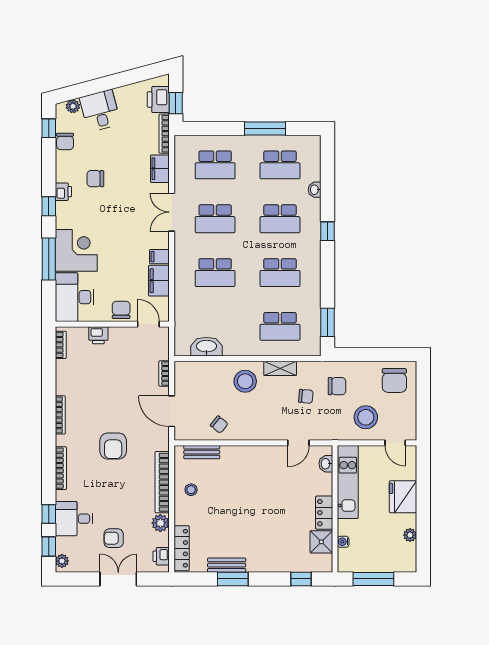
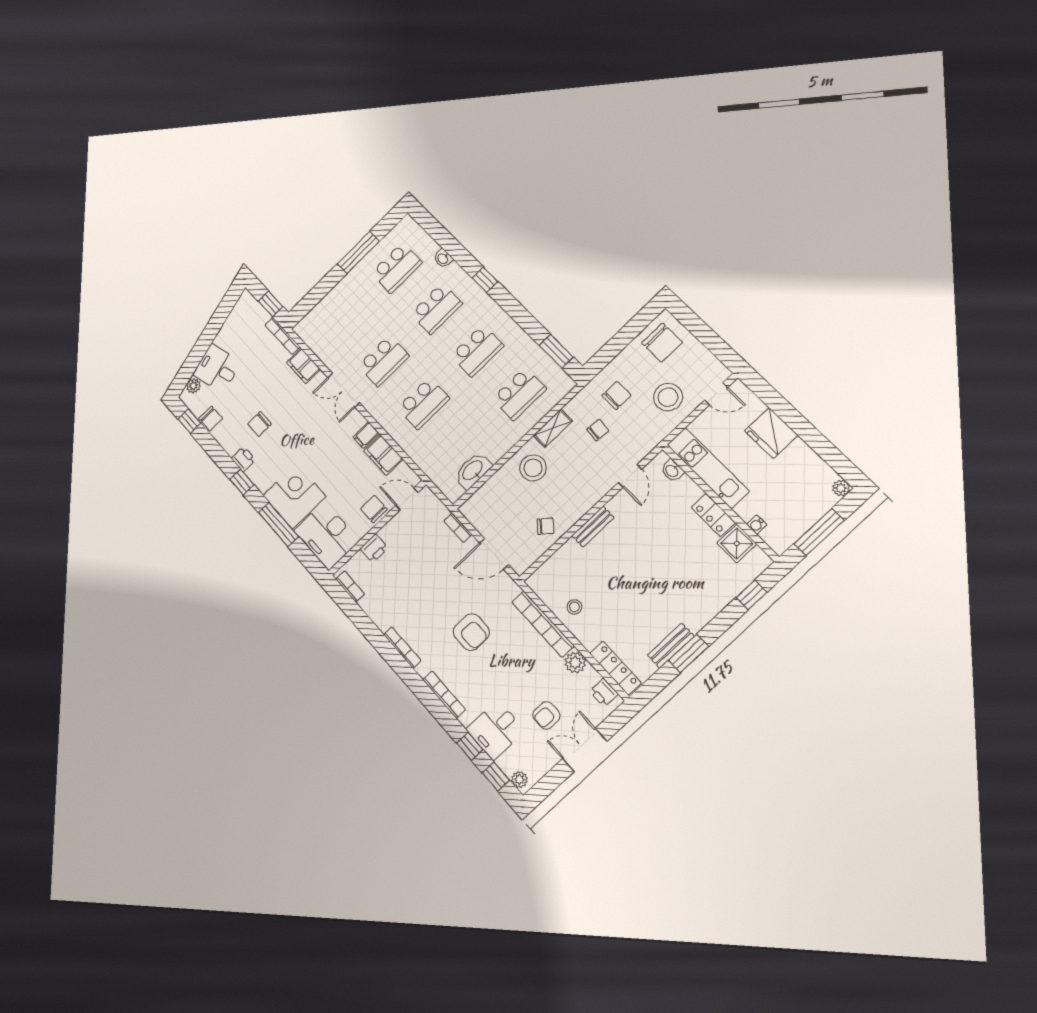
printer: (158, 100) -> (255, 315), removed
school desk: (215, 165) -> (345, 319), removed
bench: (202, 452) -> (593, 527), moved
plant: (410, 535) -> (841, 488), moved

